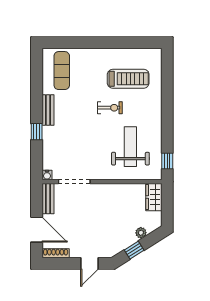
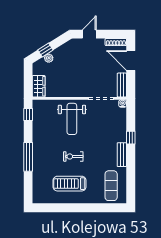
treadmill: (128, 79) -> (70, 184), moved
window: (167, 107) -> (28, 157), added
weight bench: (130, 147) -> (72, 119), moved
window: (134, 250) -> (45, 50), moved

